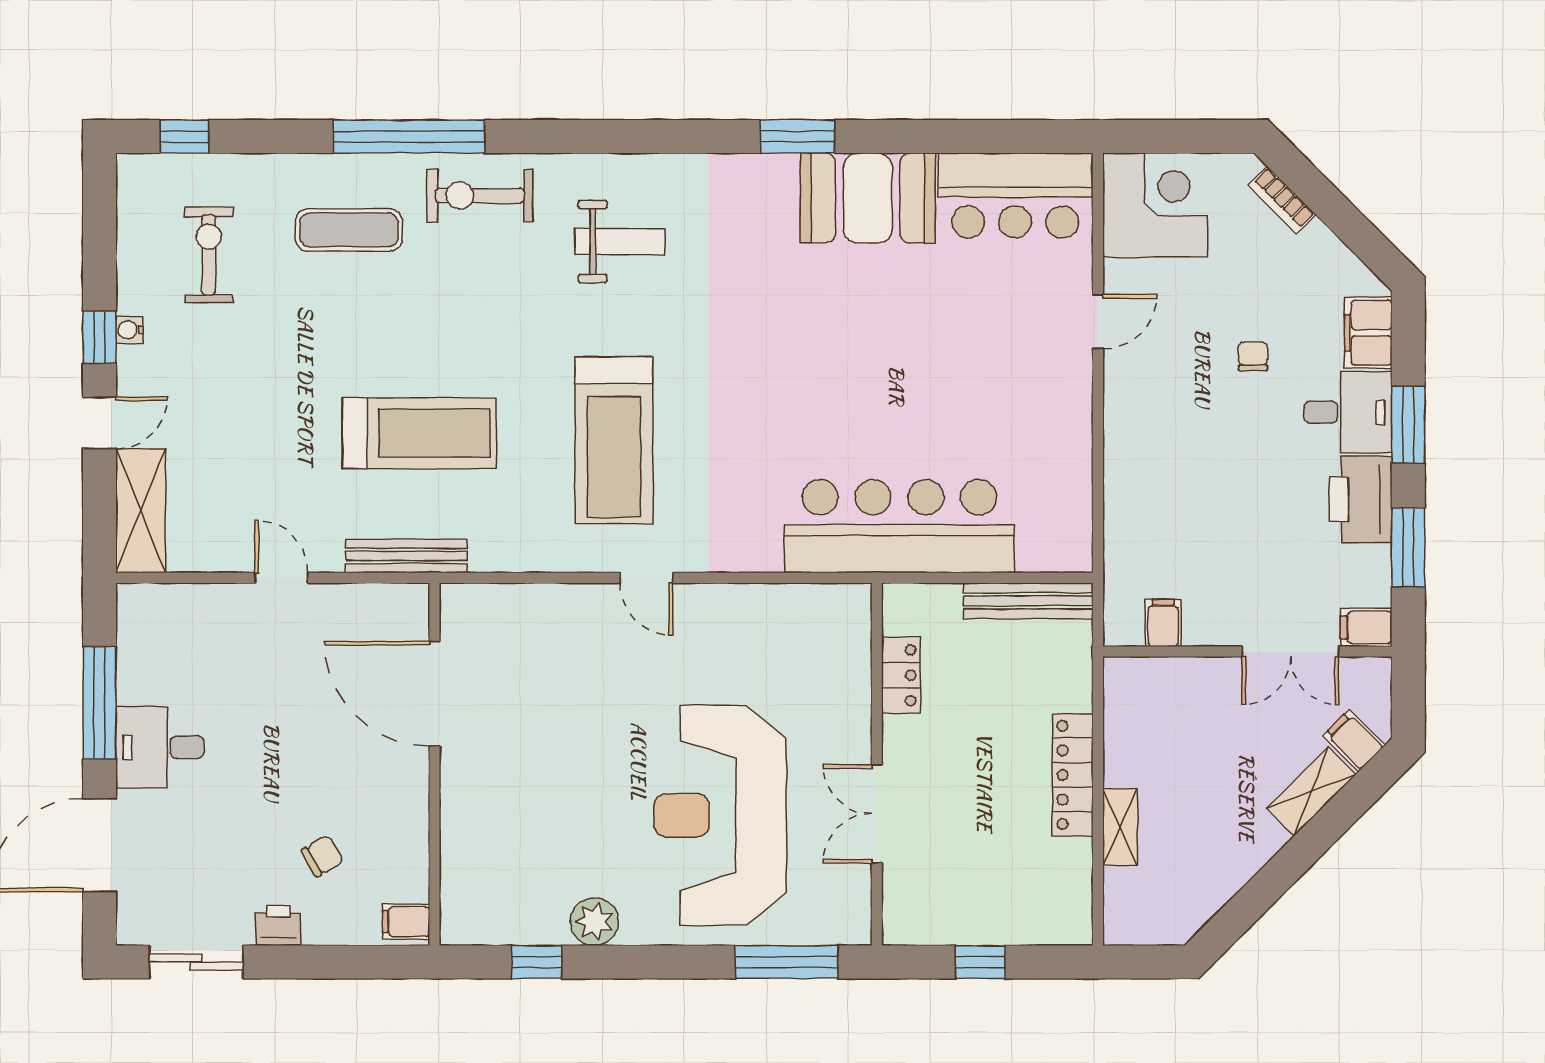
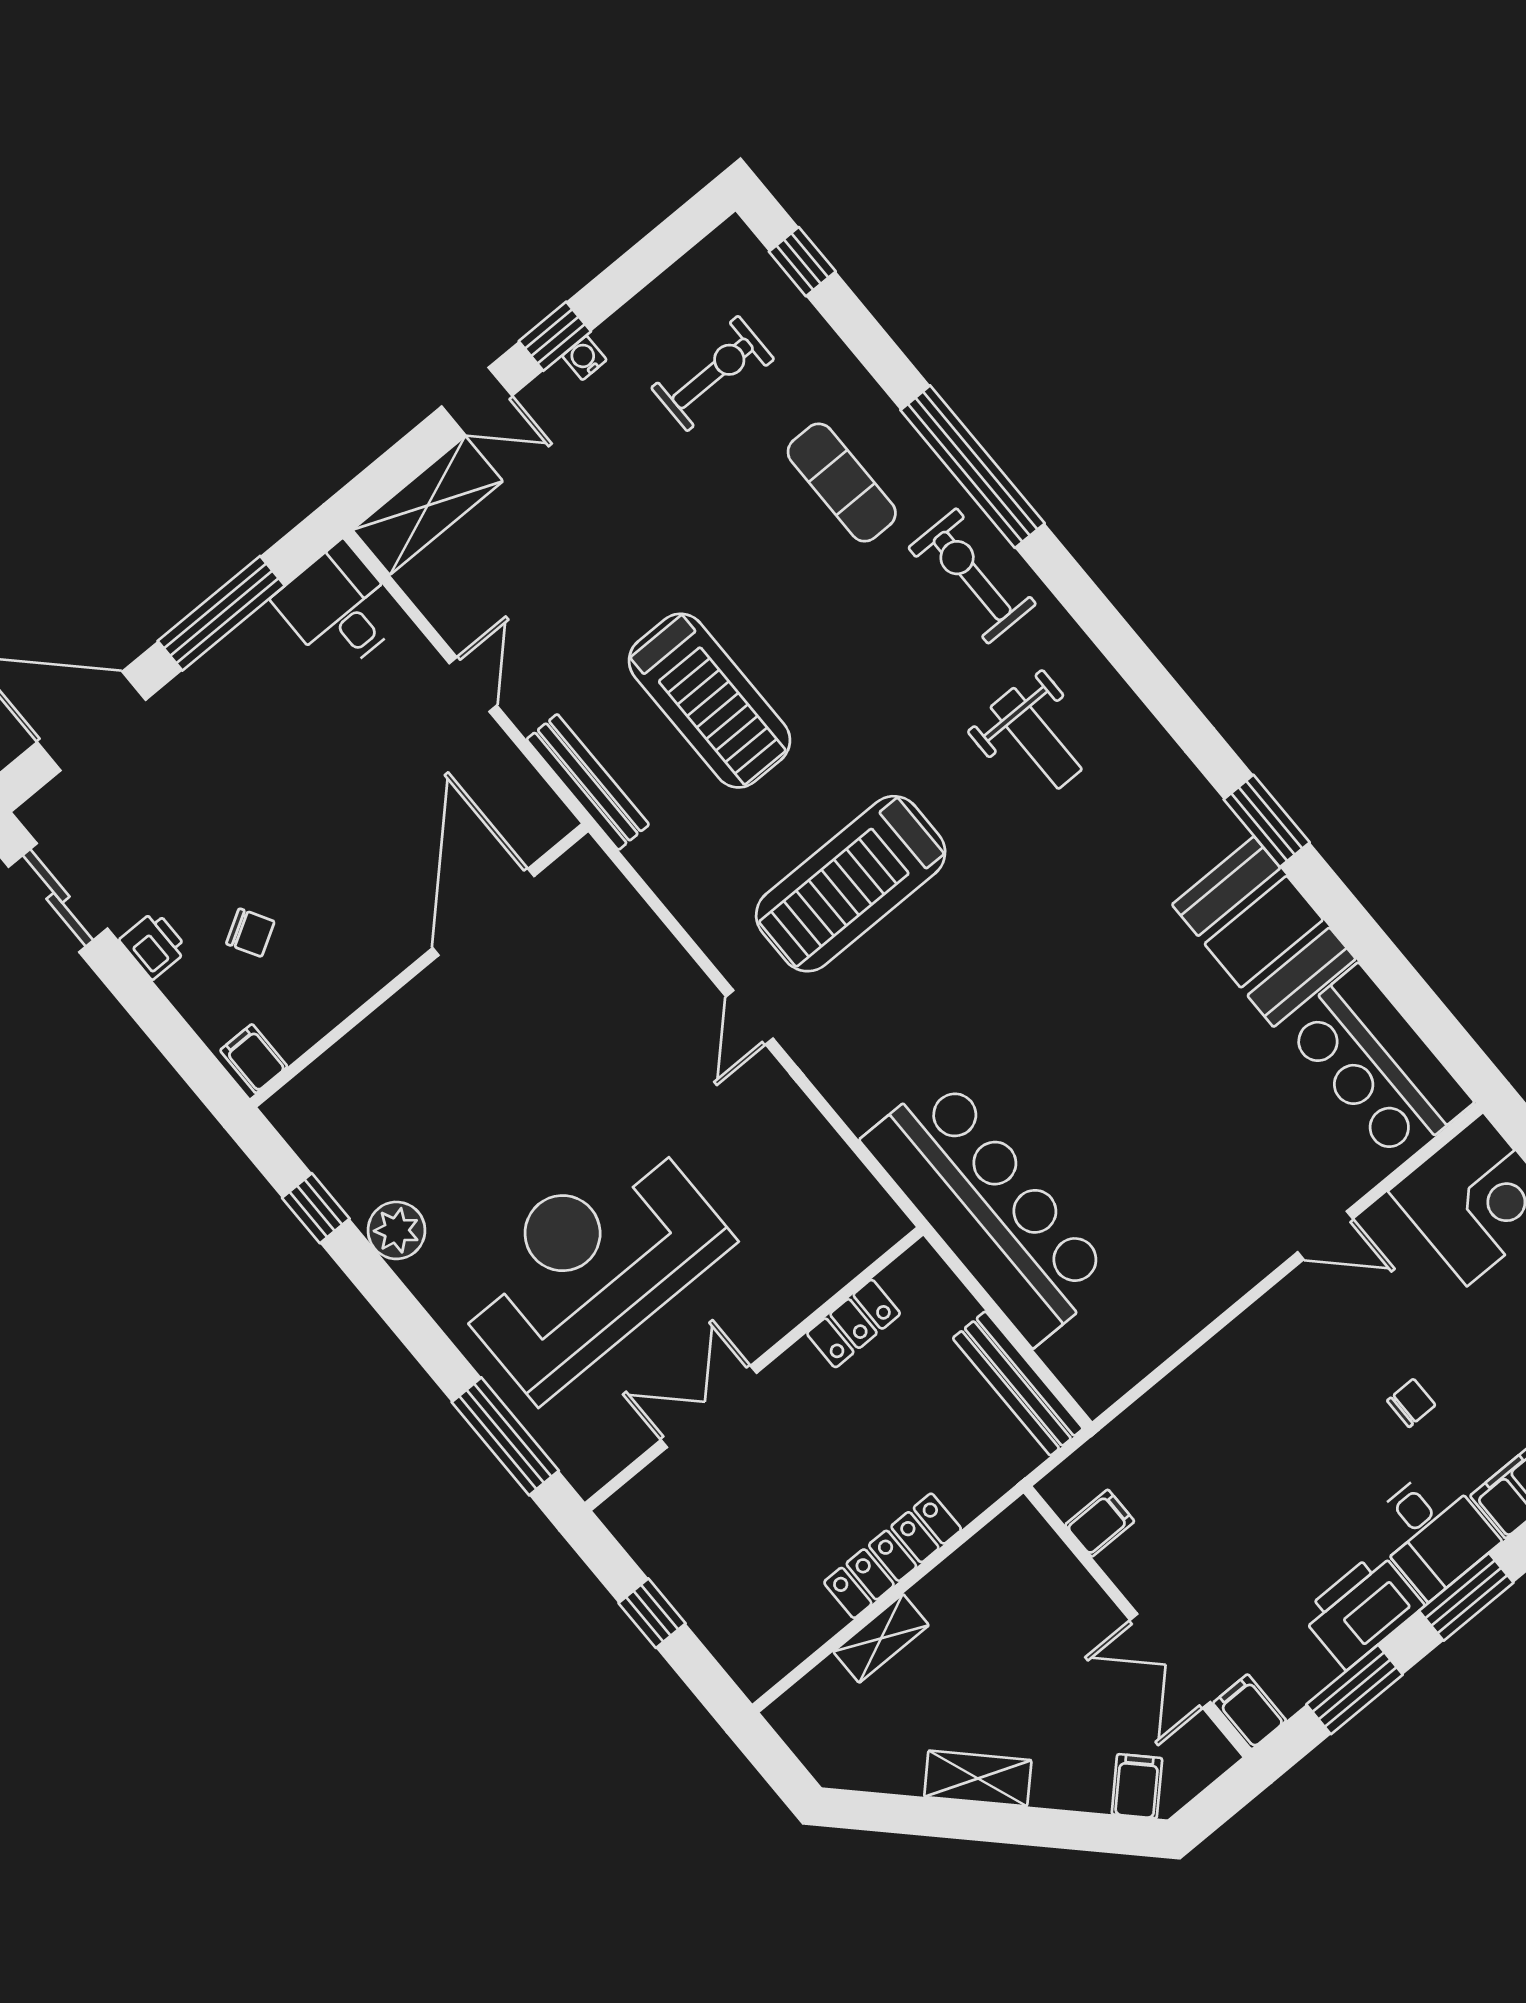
desk: (160, 747) -> (339, 608), moved
shelving: (1311, 791) -> (978, 1778), moved

